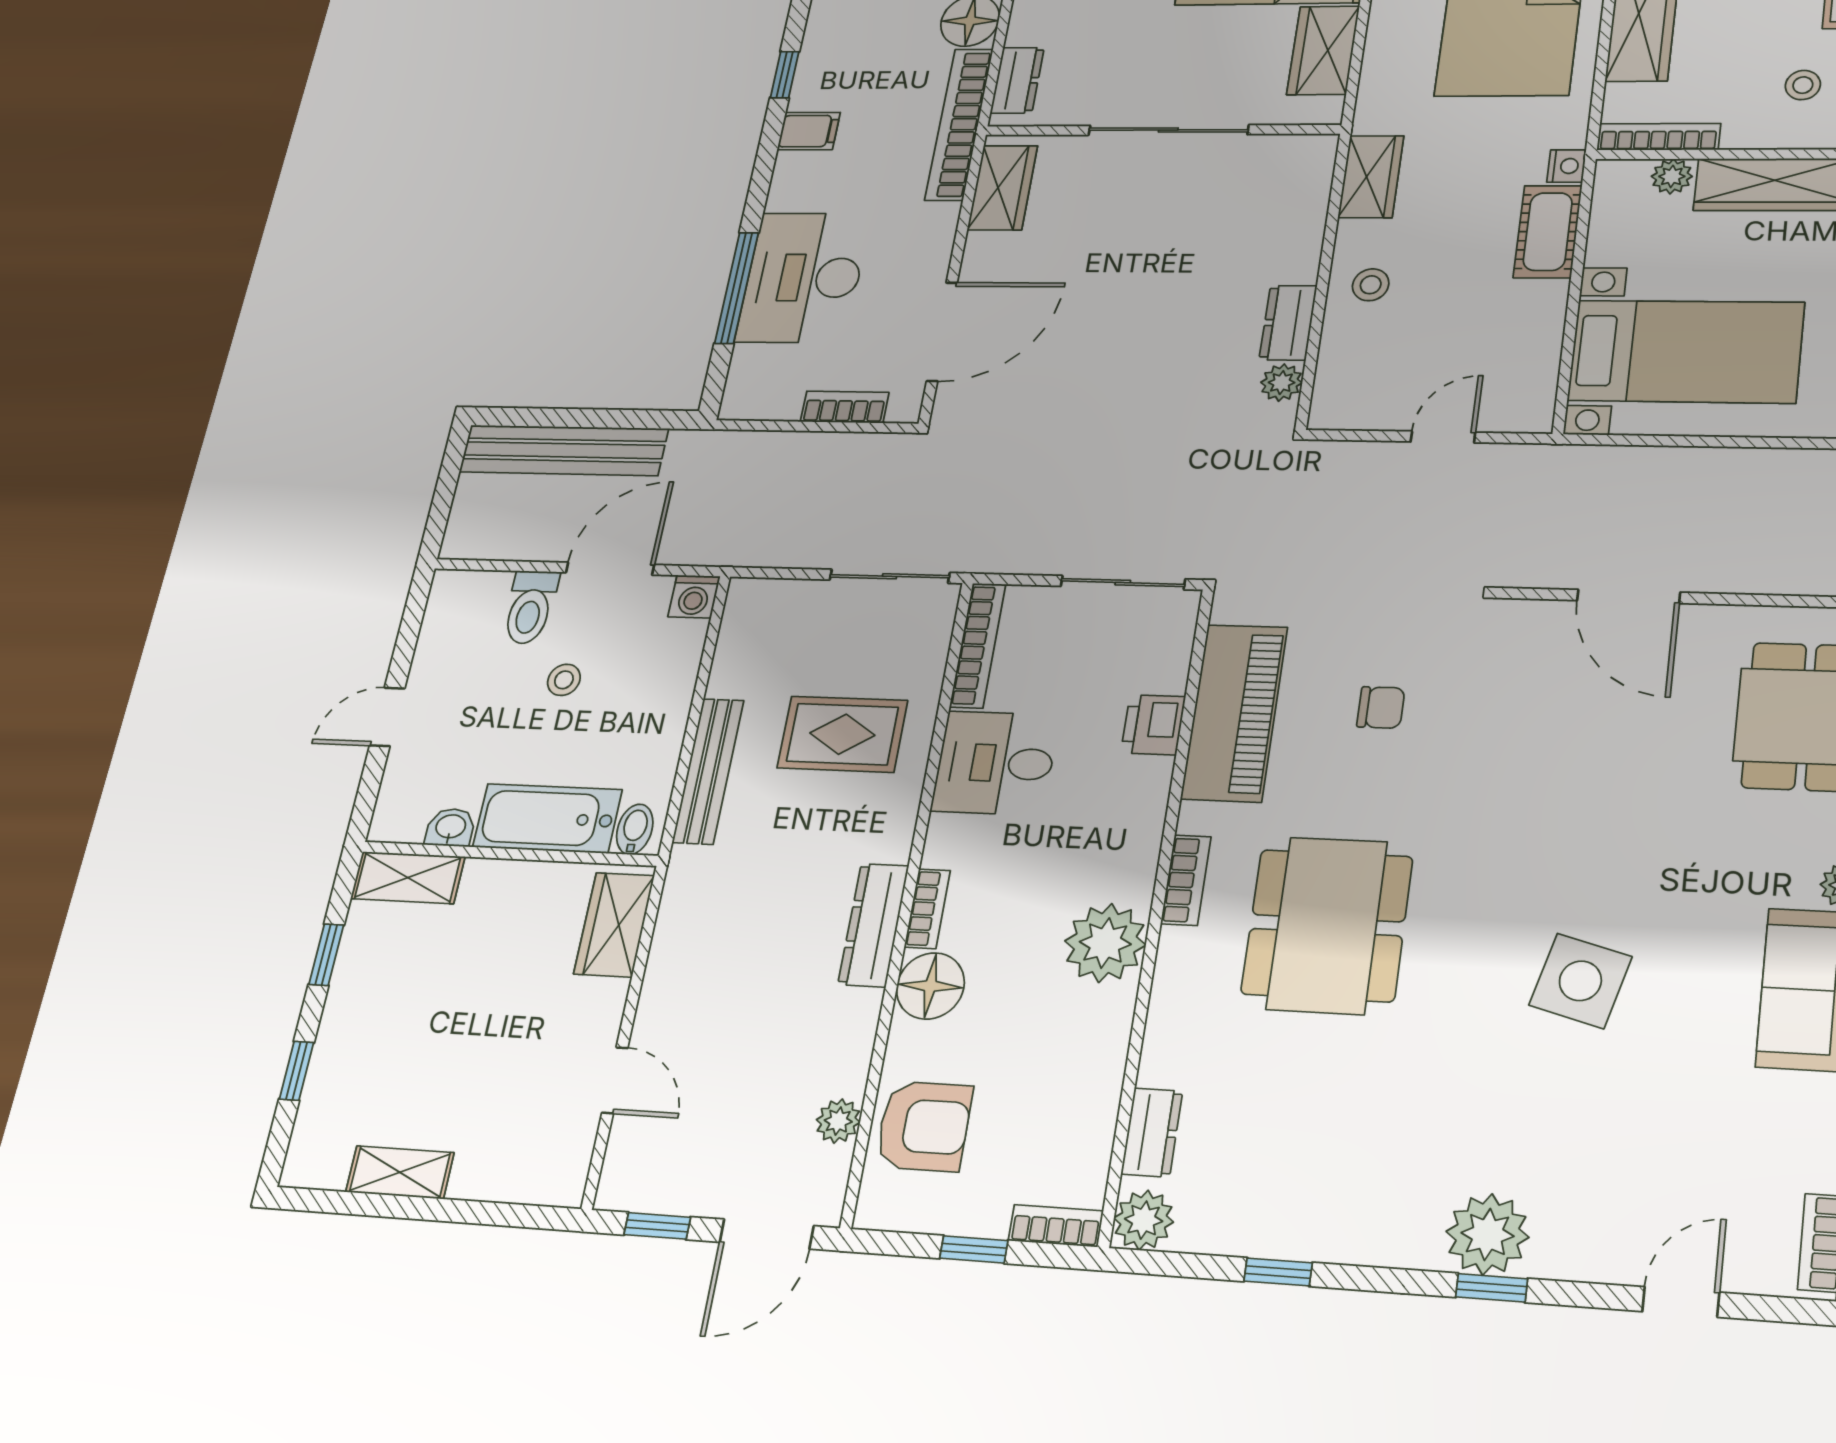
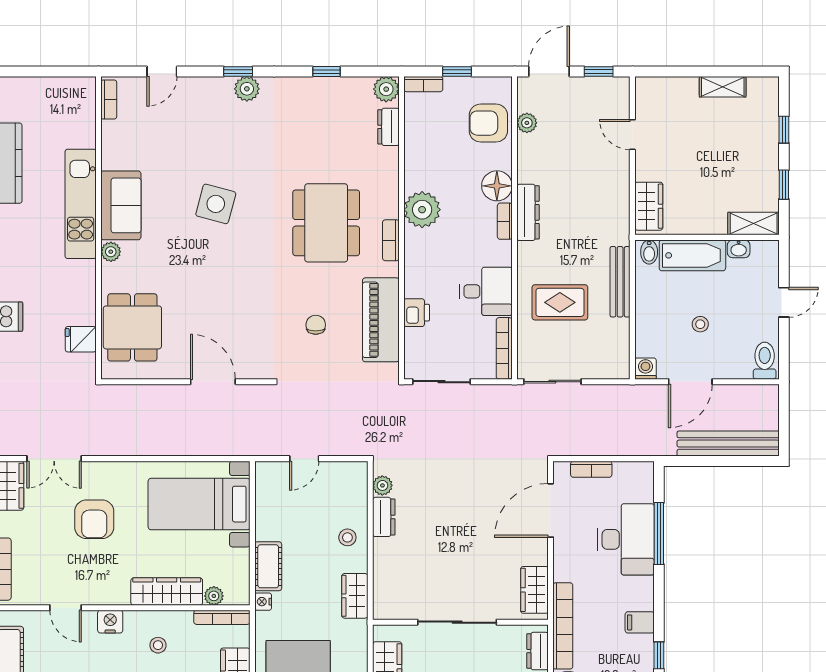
toilet: (530, 607) -> (765, 361), moved
chair: (1381, 708) -> (316, 325), turned 90
plant: (1487, 1234) -> (247, 89), width x0.73, depth x0.73

